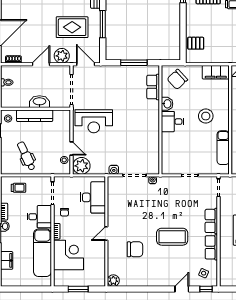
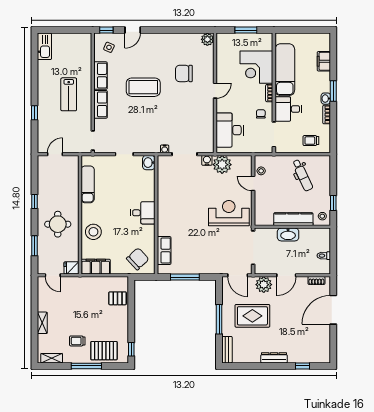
washbasin: (167, 104) -> (149, 163), moved
stool: (206, 116) -> (93, 232), moved
plant: (81, 166) -> (222, 165), moved

